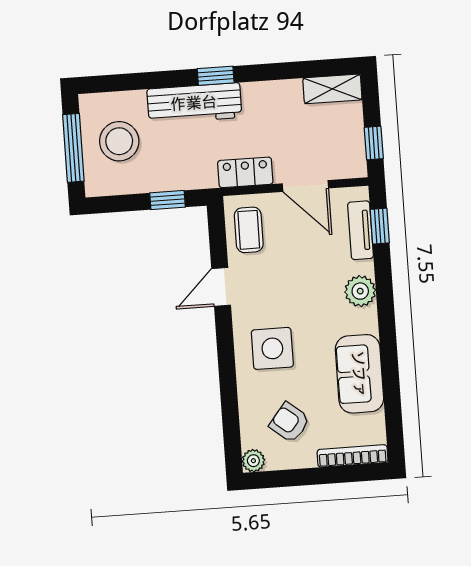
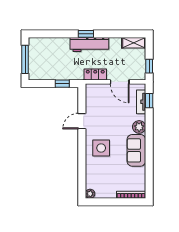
workbench: (194, 103) -> (89, 45), moved
stool: (119, 141) -> (44, 58), removed
coffee table: (249, 230) -> (95, 98), removed
sofa: (359, 374) -> (136, 150), moved
armchair: (289, 422) -> (106, 179), removed

